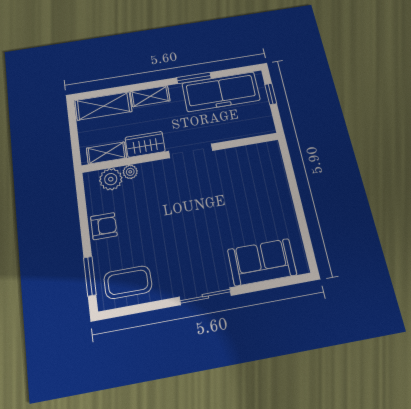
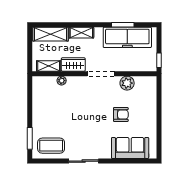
window: (194, 78) -> (123, 25), moved
window: (271, 94) -> (159, 60), moved
plant: (111, 179) -> (127, 83), moved
armchair: (104, 226) -> (121, 115), moved
sliding door: (205, 296) -> (84, 161), moved

